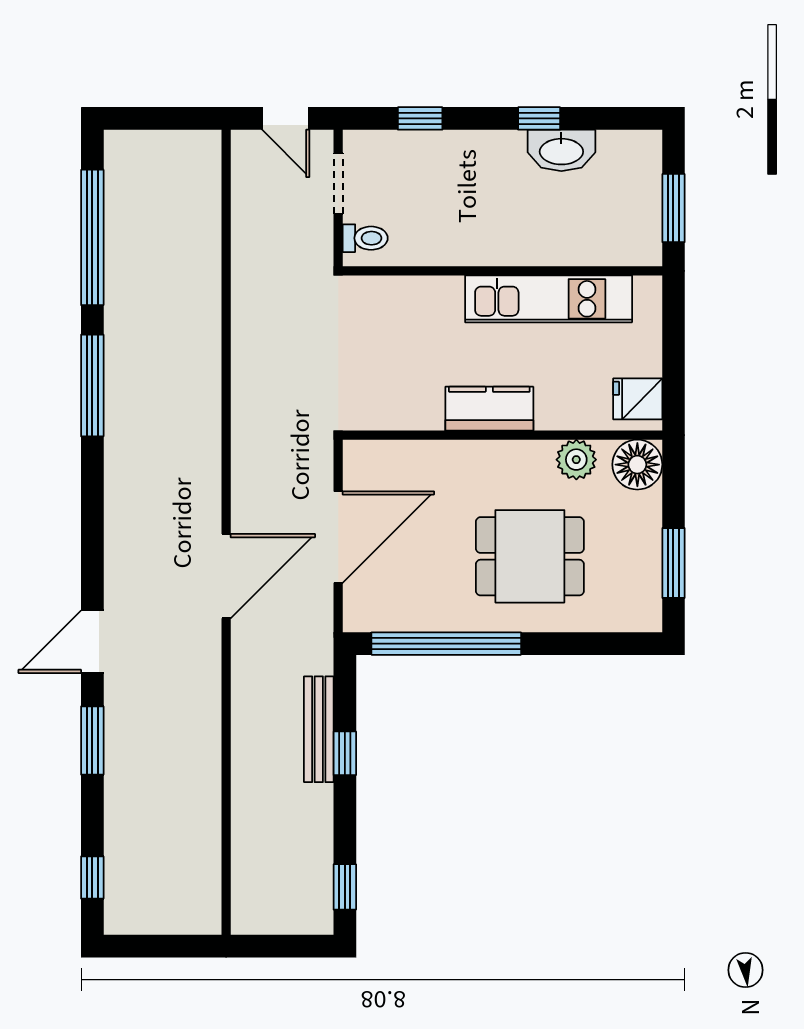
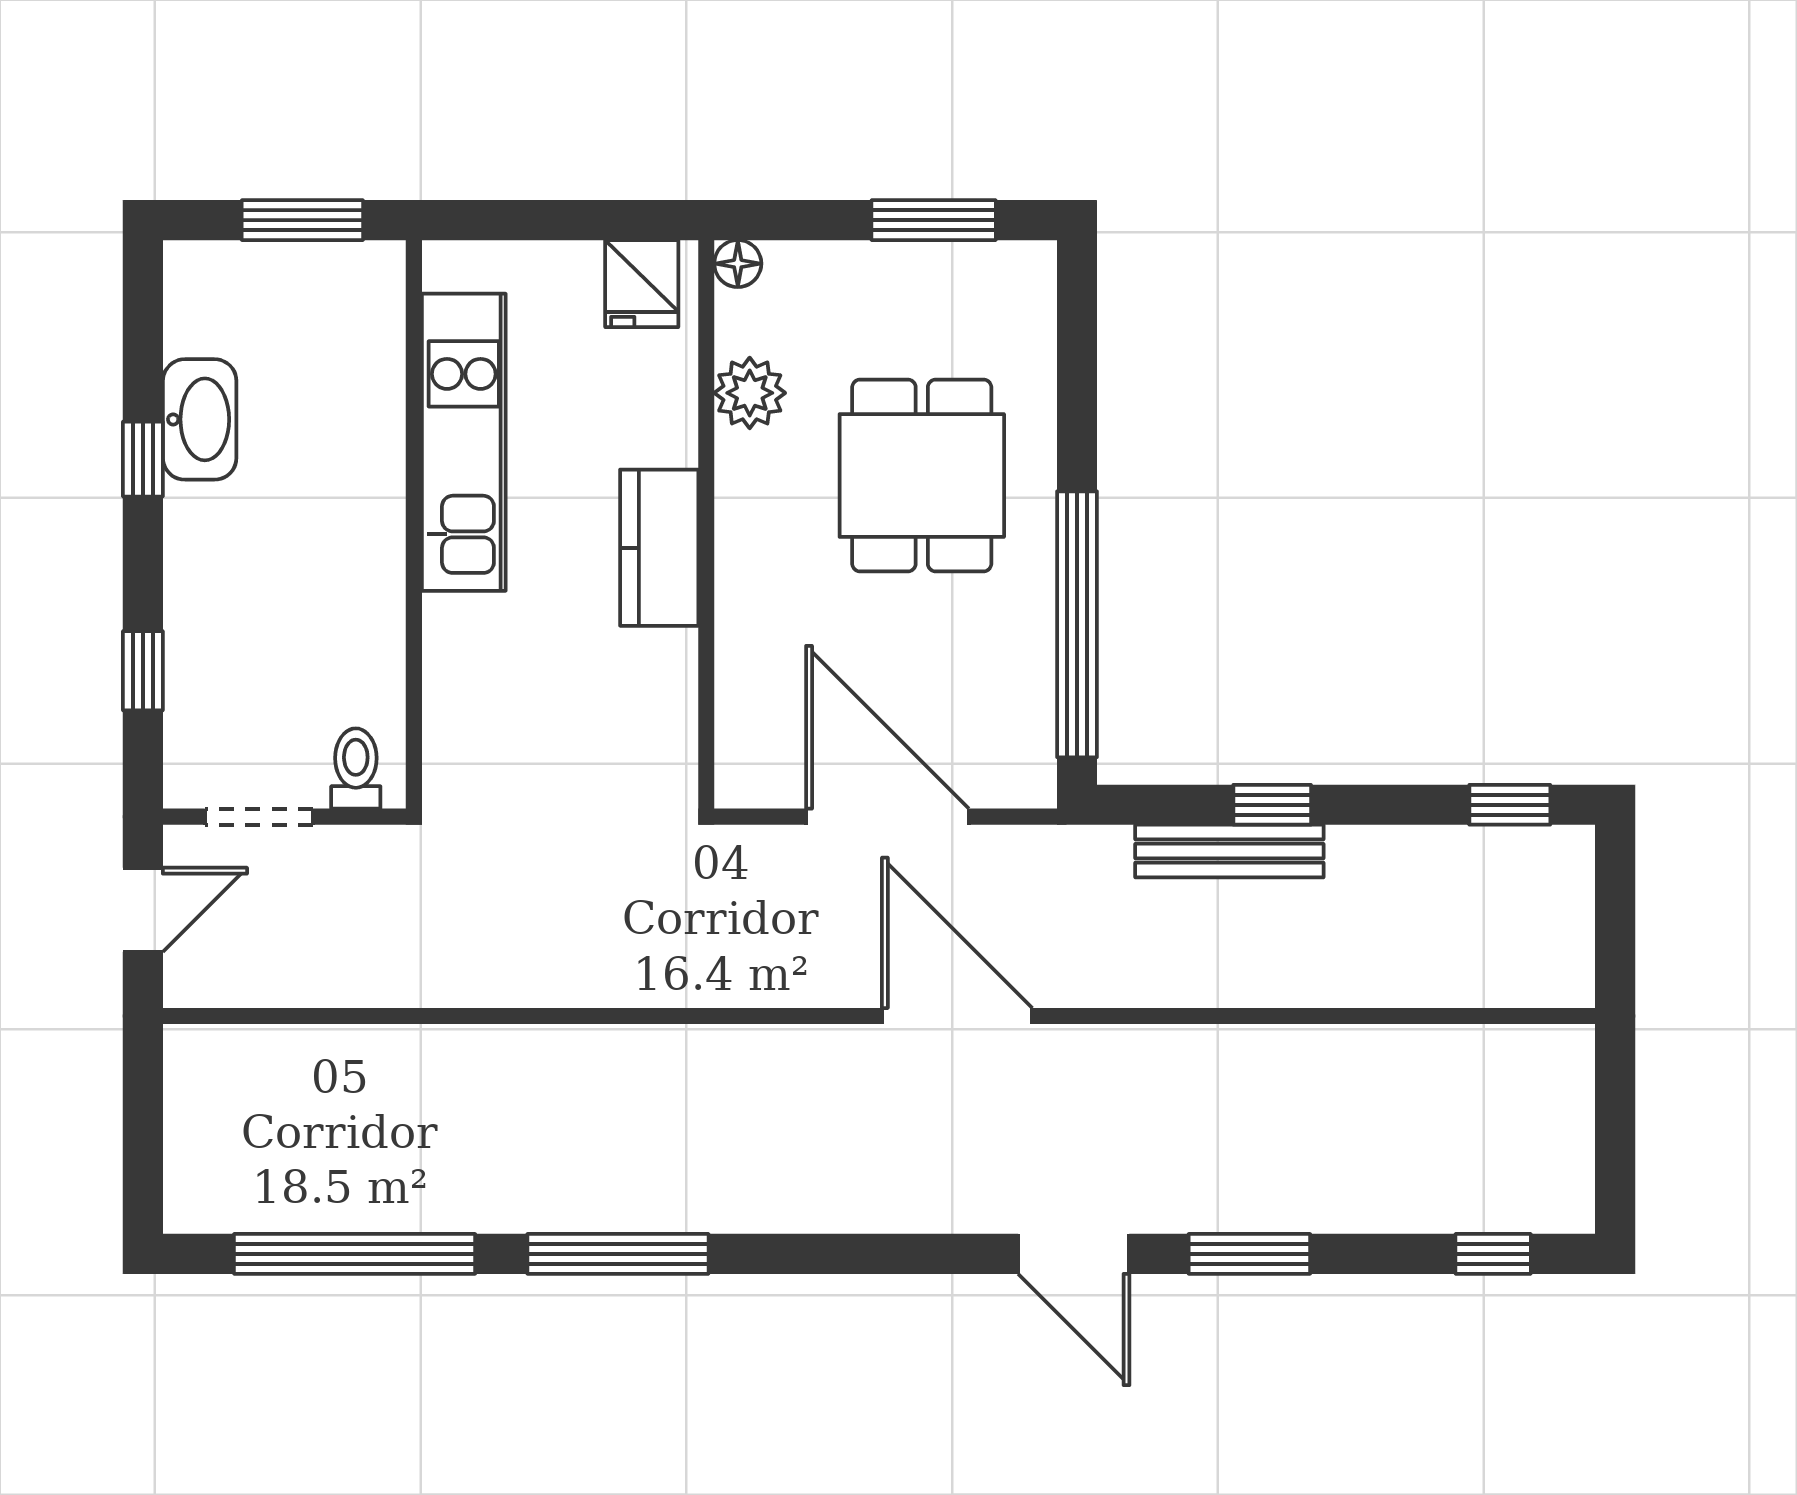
floor lamp: (637, 465) -> (738, 264), width x0.53, depth x0.53

